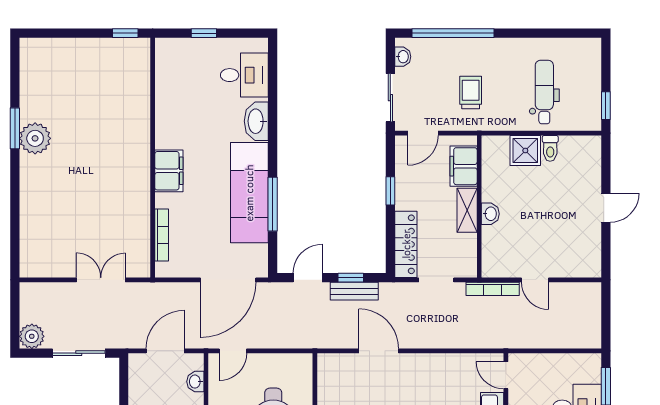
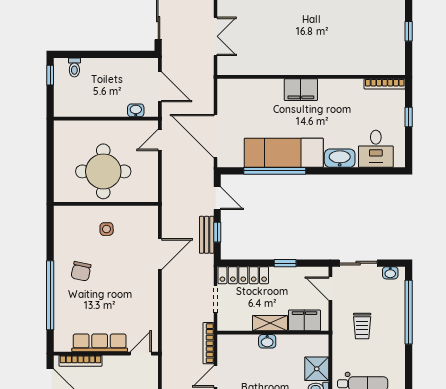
window: (125, 33) -> (409, 31), moved
trolley: (471, 93) -> (362, 326), turned 90
window: (273, 204) -> (275, 171), width x1.46
bookcase: (162, 235) -> (385, 84), moved
door: (233, 351) -> (160, 140), hinge flipped

